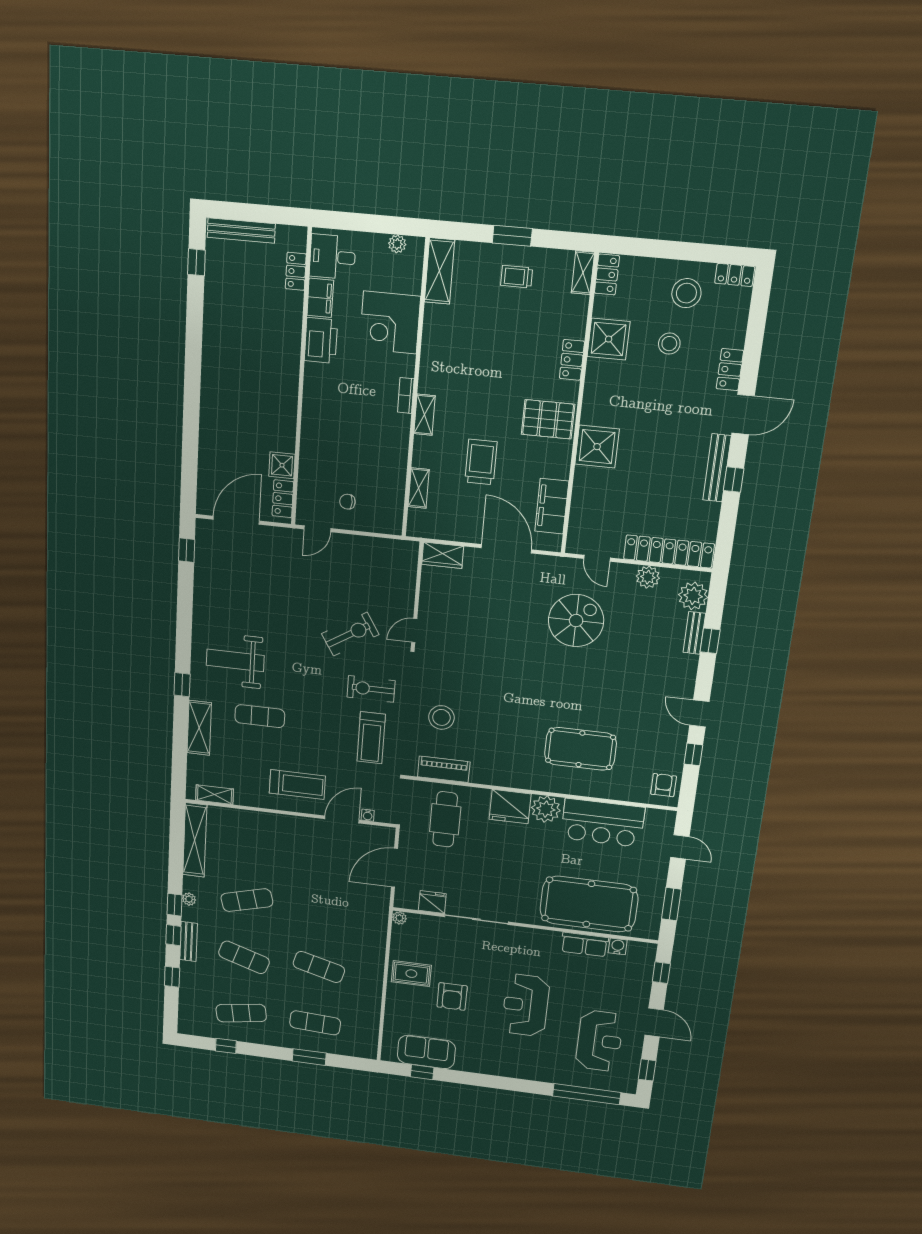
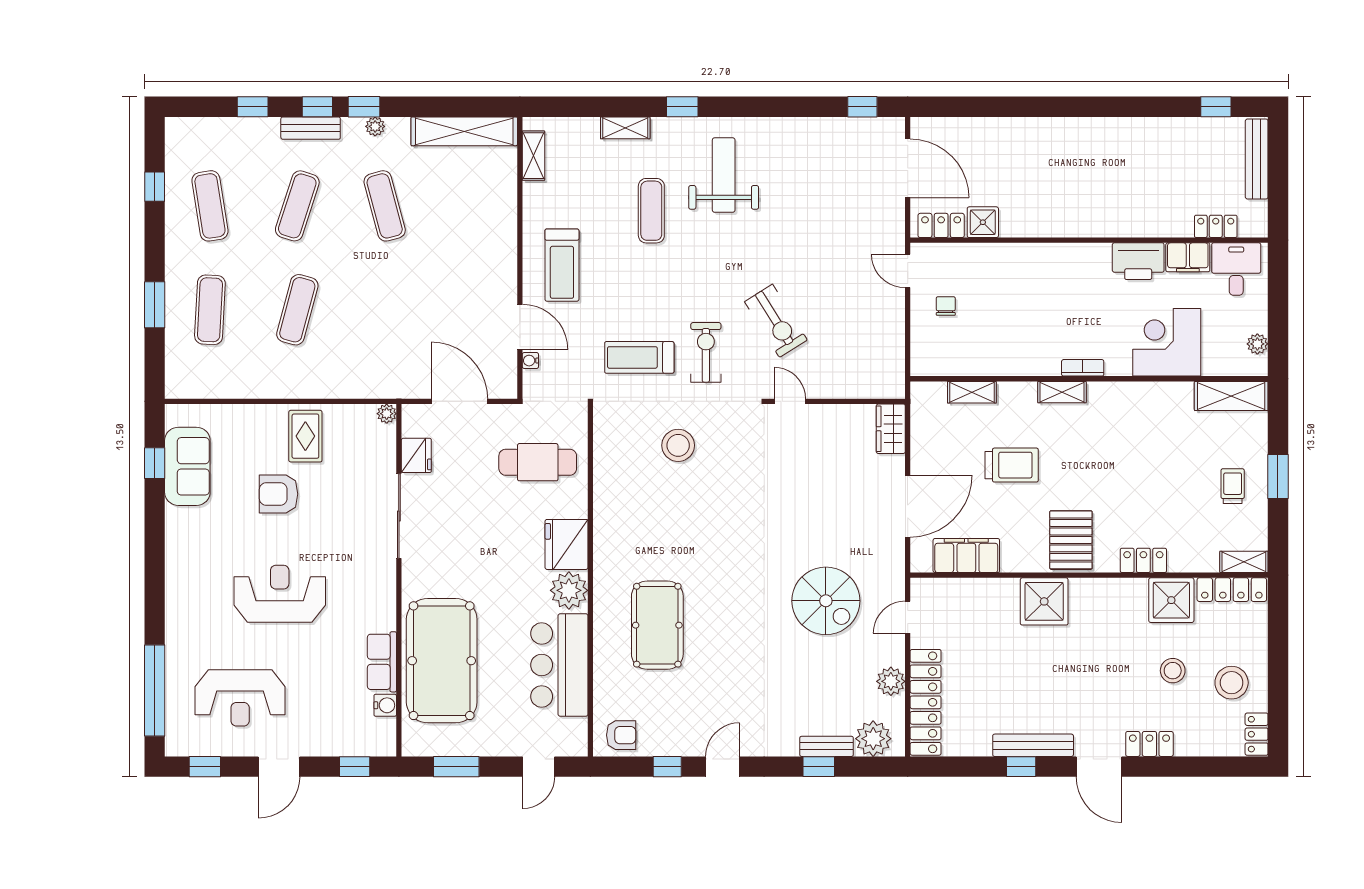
locker: (607, 275) -> (1232, 590), width x1.53
shelving: (199, 728) -> (625, 128), width x0.67, depth x0.75
piano: (444, 769) -> (607, 454), removed

